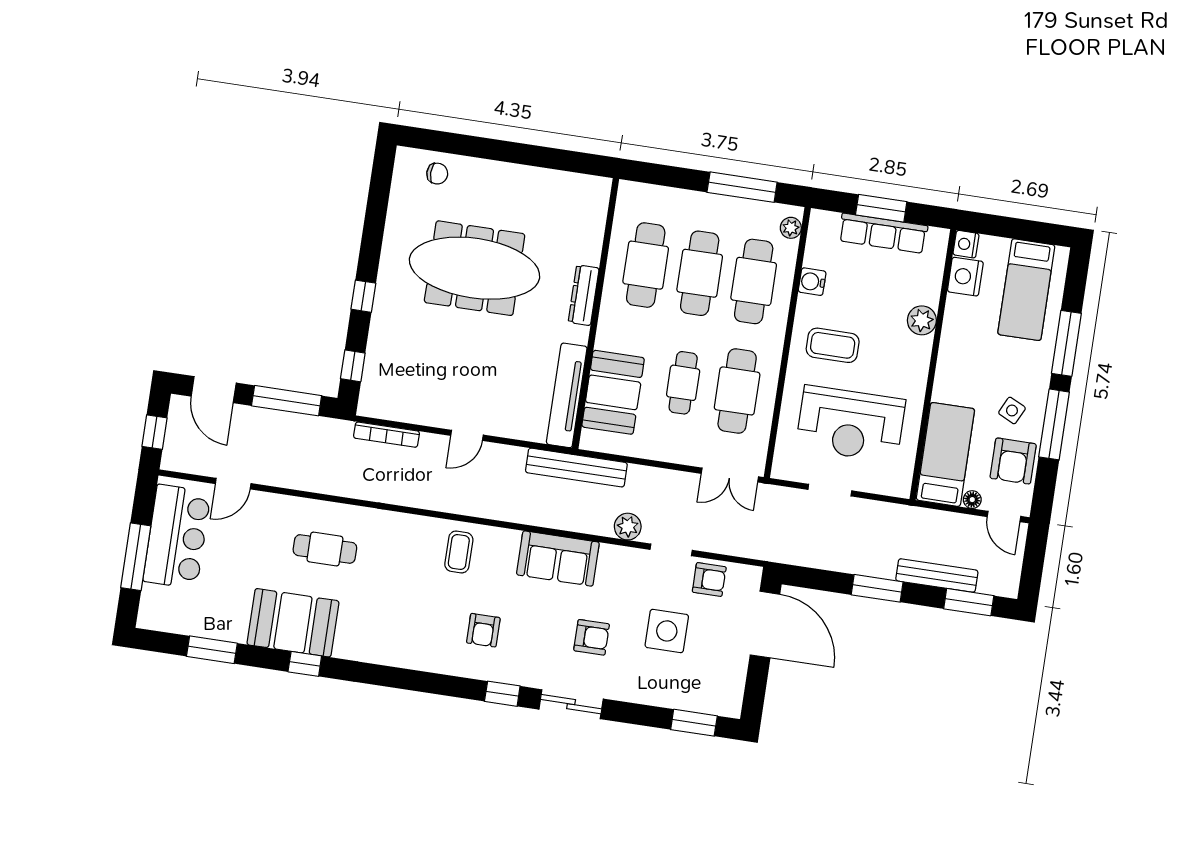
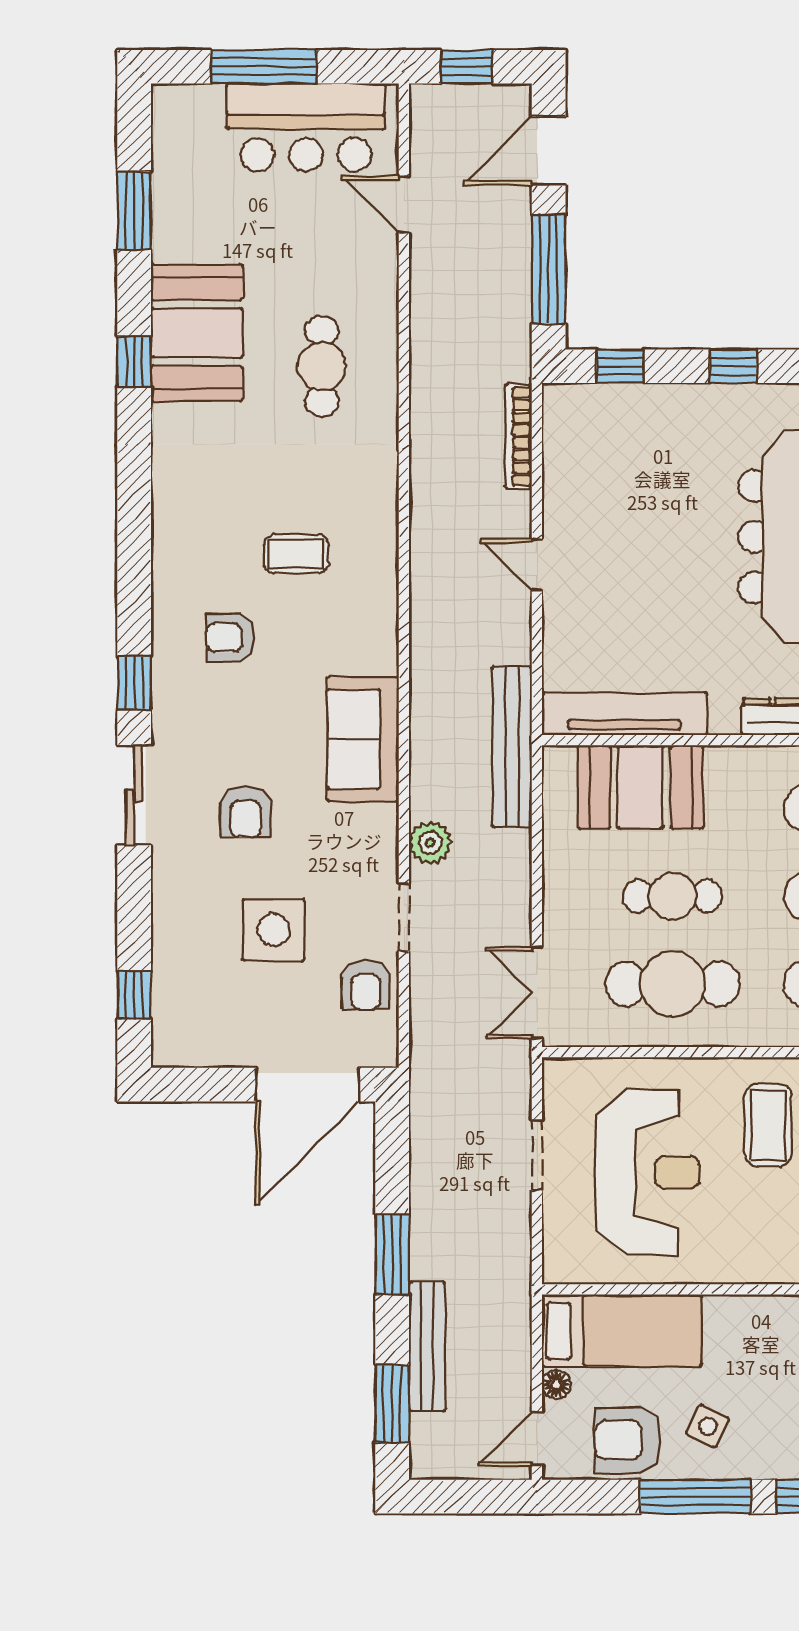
reception desk: (851, 424) -> (647, 1172), turned 180
coffee table: (459, 552) -> (296, 554), moved
window: (694, 723) -> (134, 995), width x0.67

